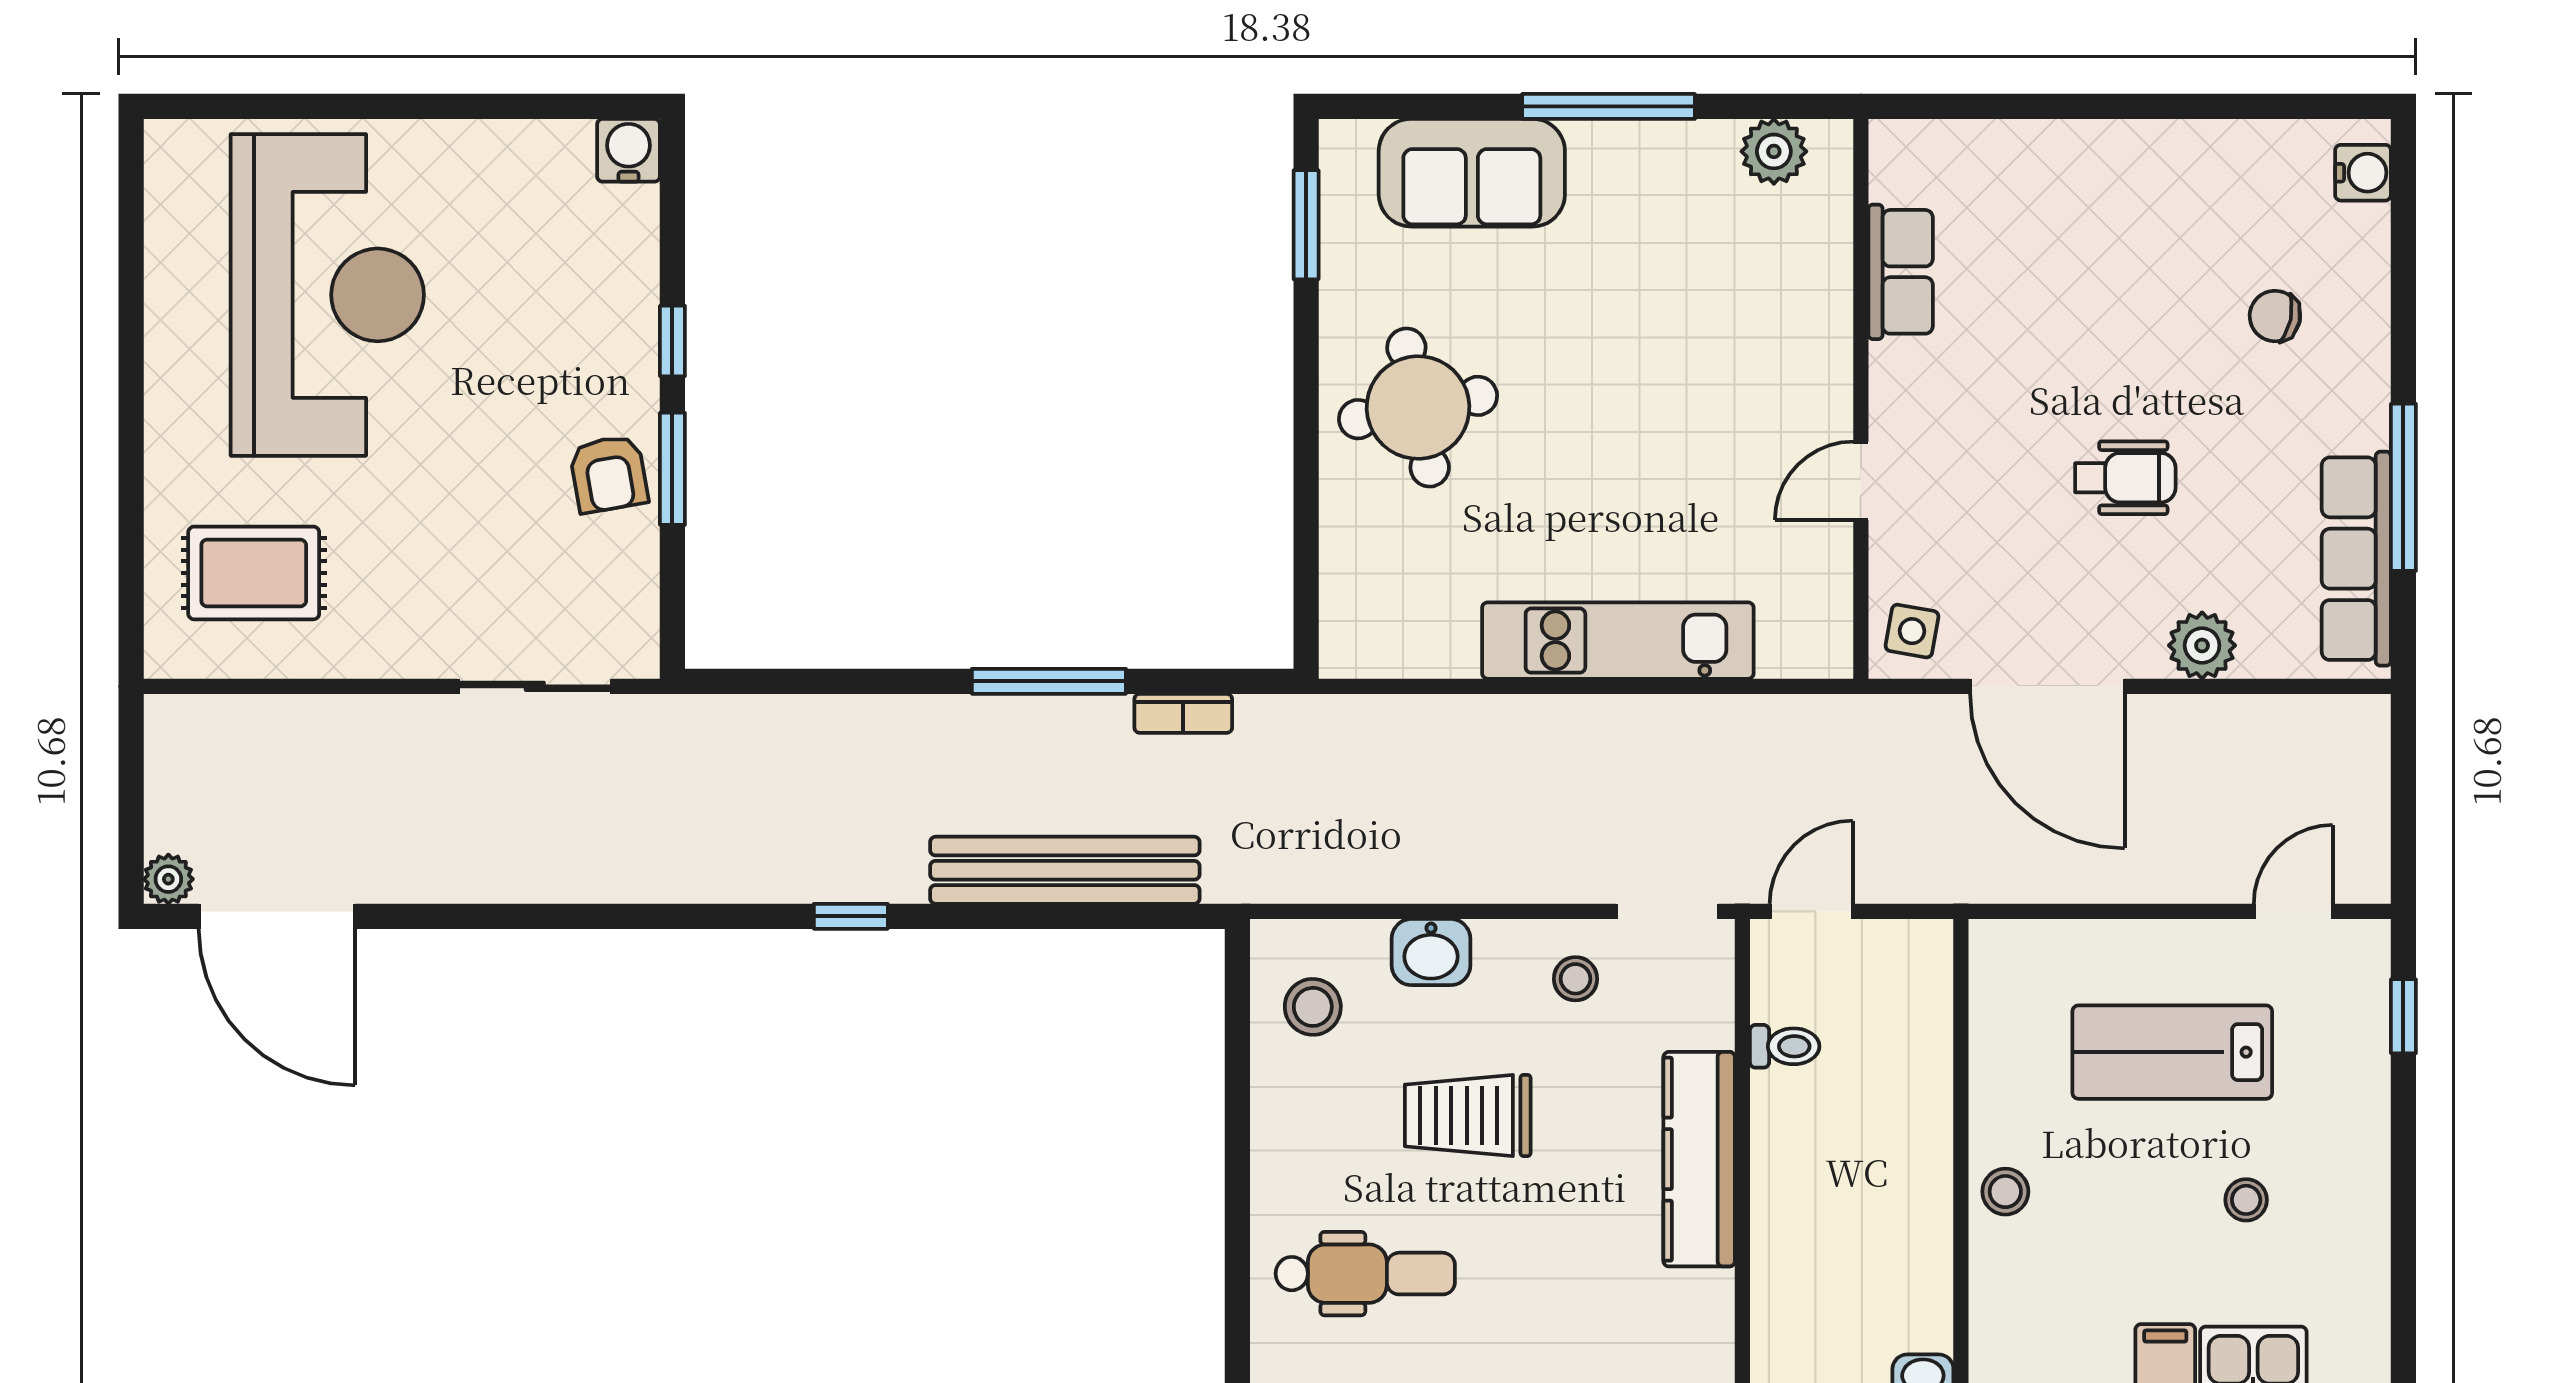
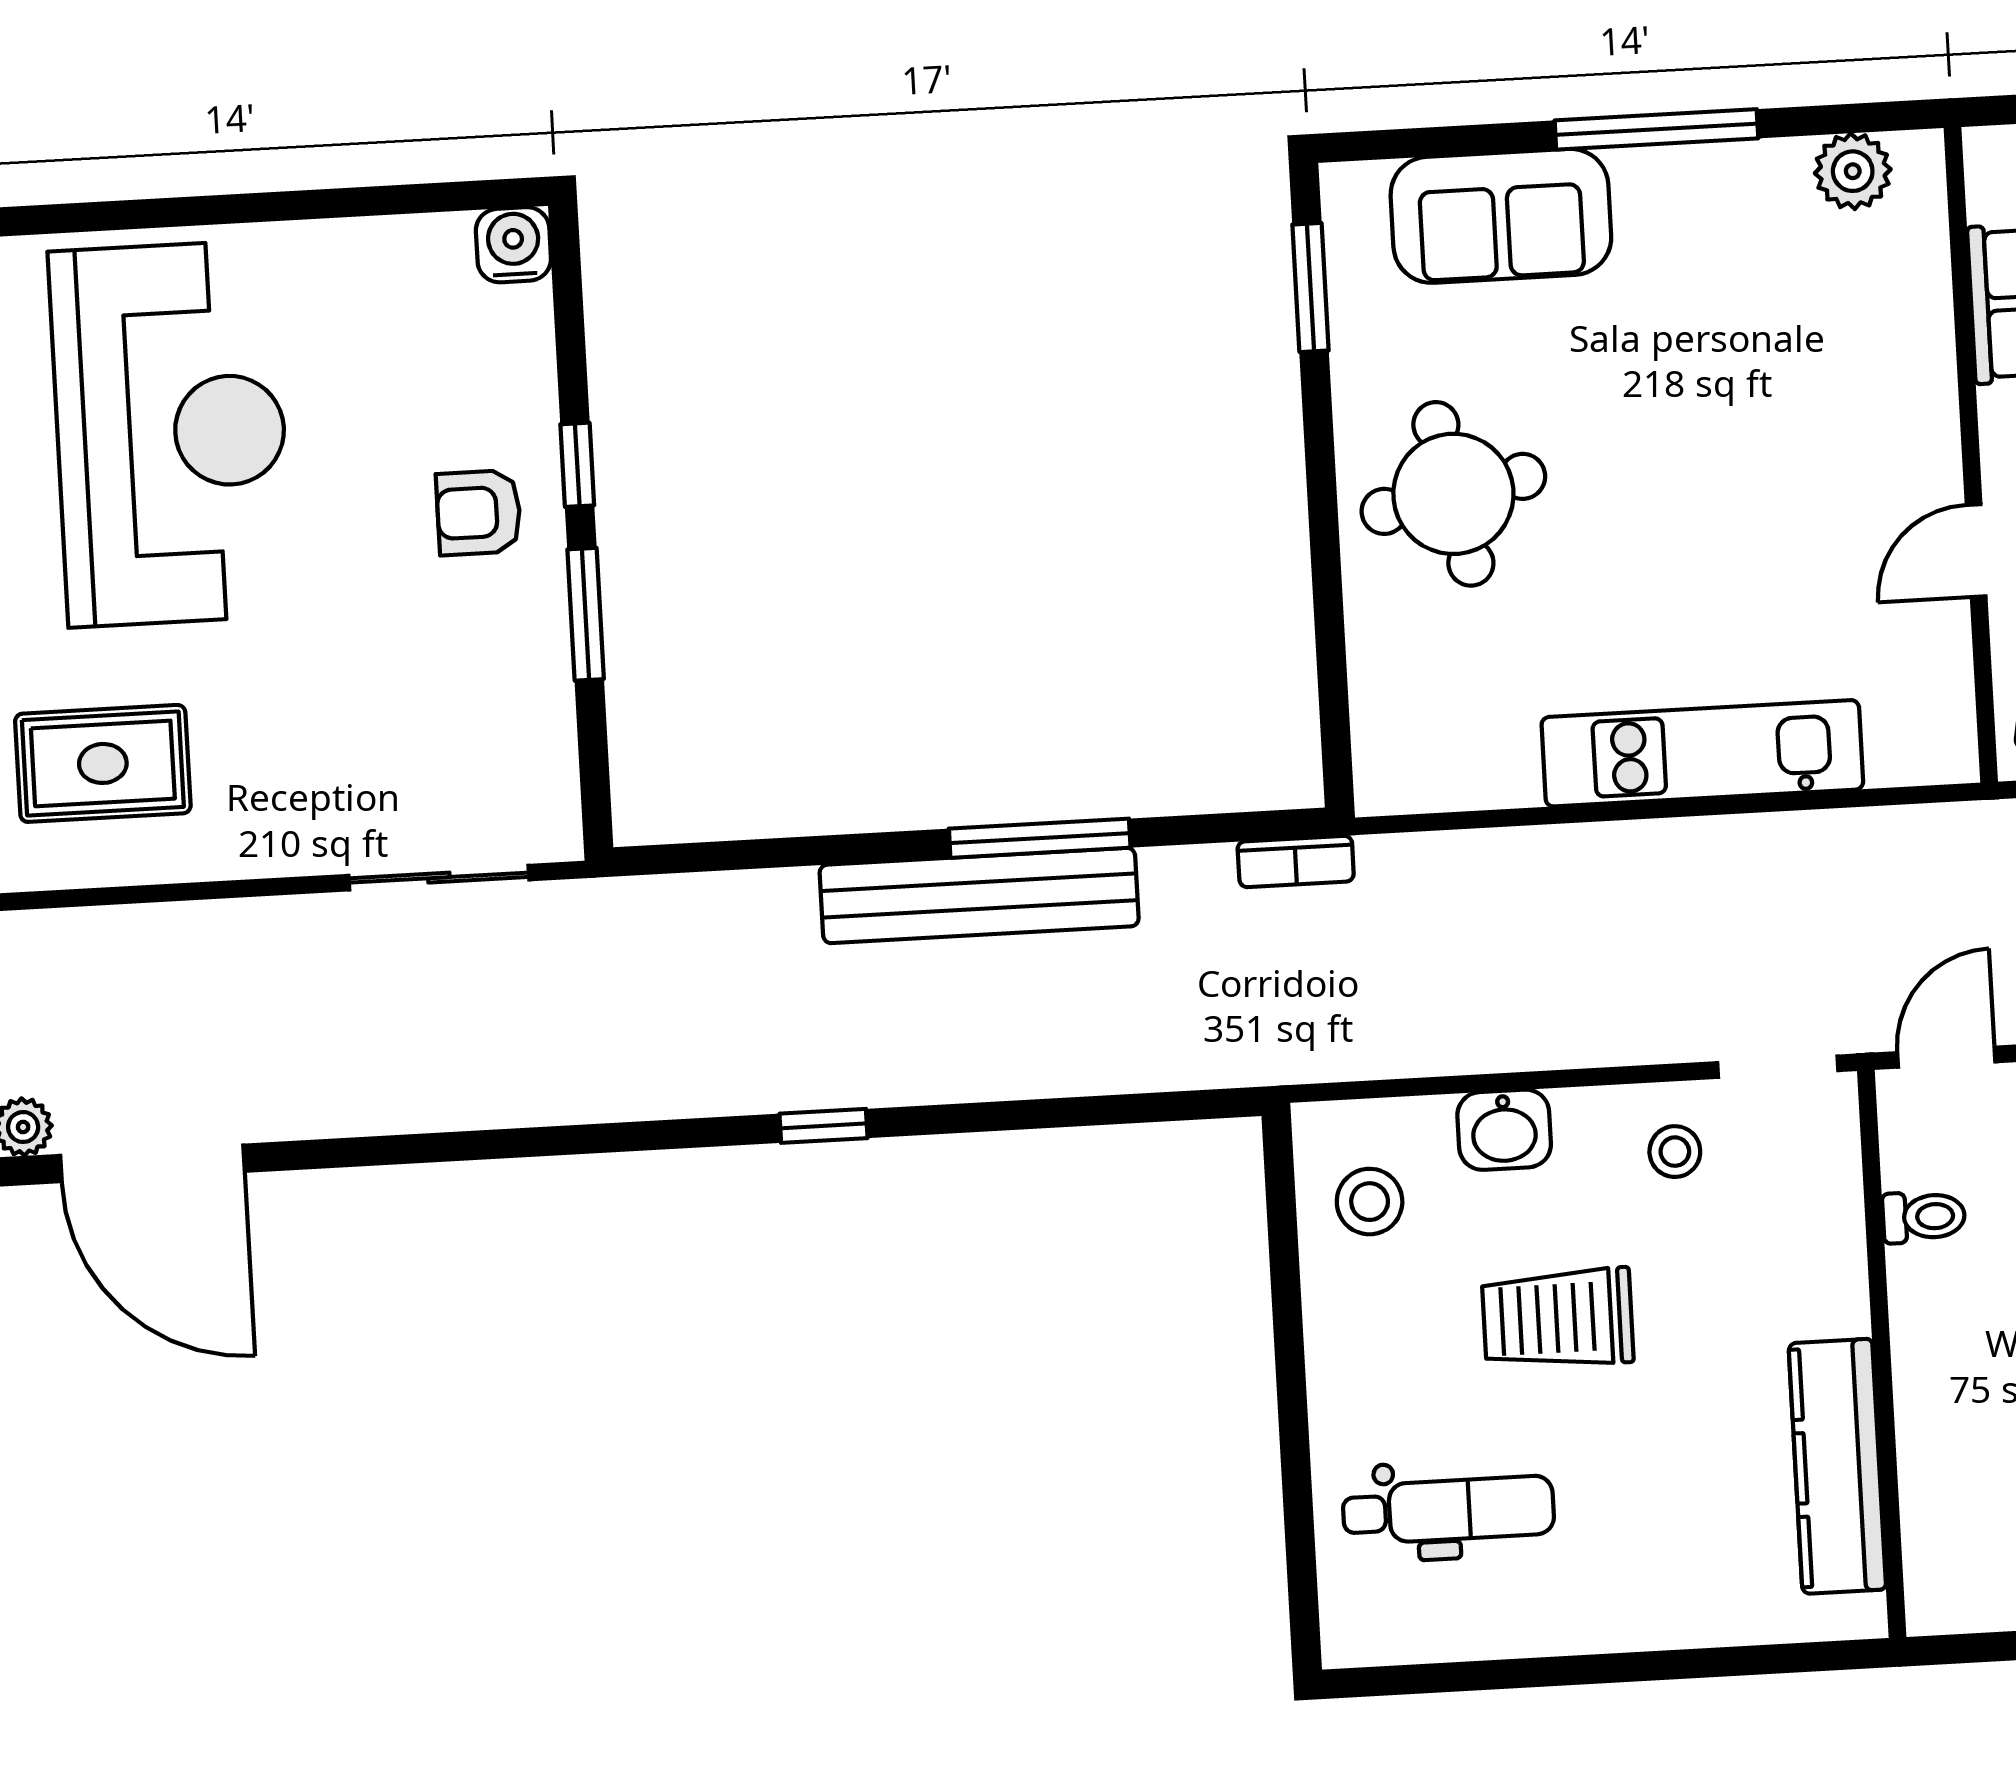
armchair: (609, 474) -> (479, 513), moved, turned 100
bookcase: (1183, 713) -> (1296, 861), moved
bench: (1065, 870) -> (979, 896), moved
kitchen counter: (1699, 1159) -> (1837, 1466), moved

